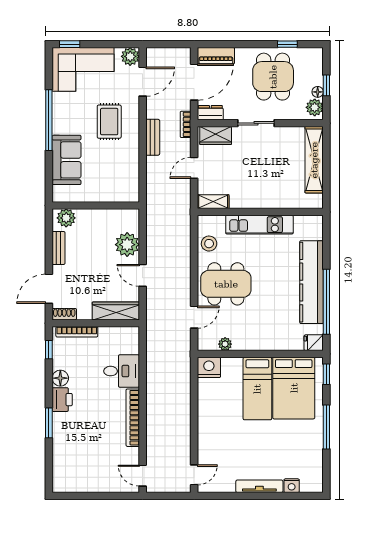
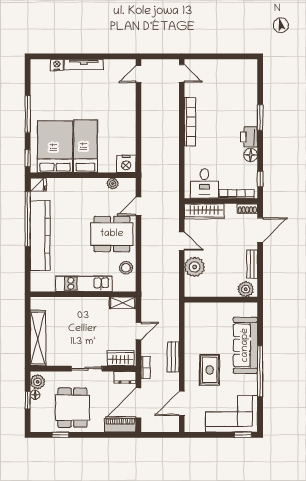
plant: (130, 56) -> (192, 424), removed
sofa: (67, 160) -> (245, 345), width x1.36
desk: (122, 371) -> (204, 183), moved, turned -90

